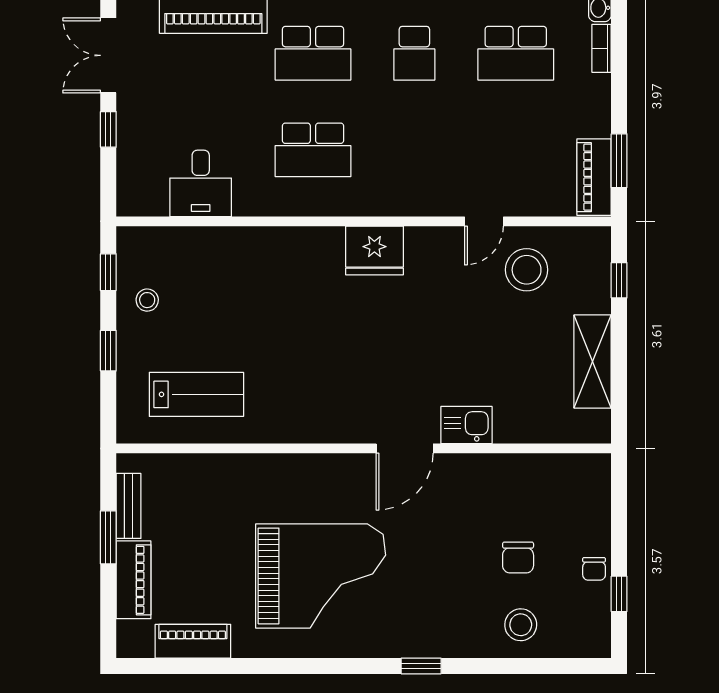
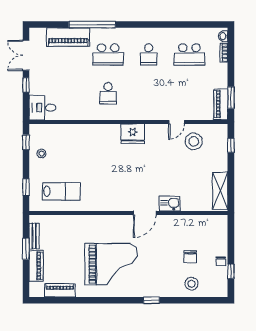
school desk: (313, 150) -> (108, 93), width x0.54
desk: (201, 183) -> (42, 108), moved, turned 90
window: (108, 351) -> (26, 187), moved
shelving: (593, 362) -> (220, 191), moved

